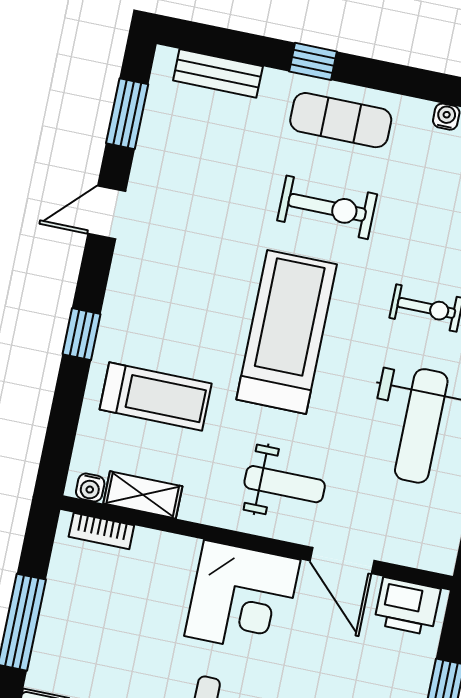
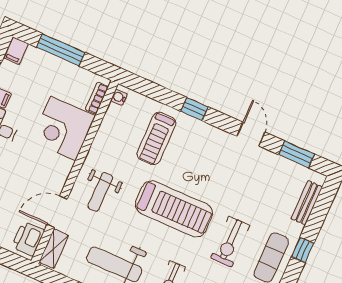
shelving: (143, 495) -> (54, 249), moved
corner desk: (242, 598) -> (63, 128), moved

